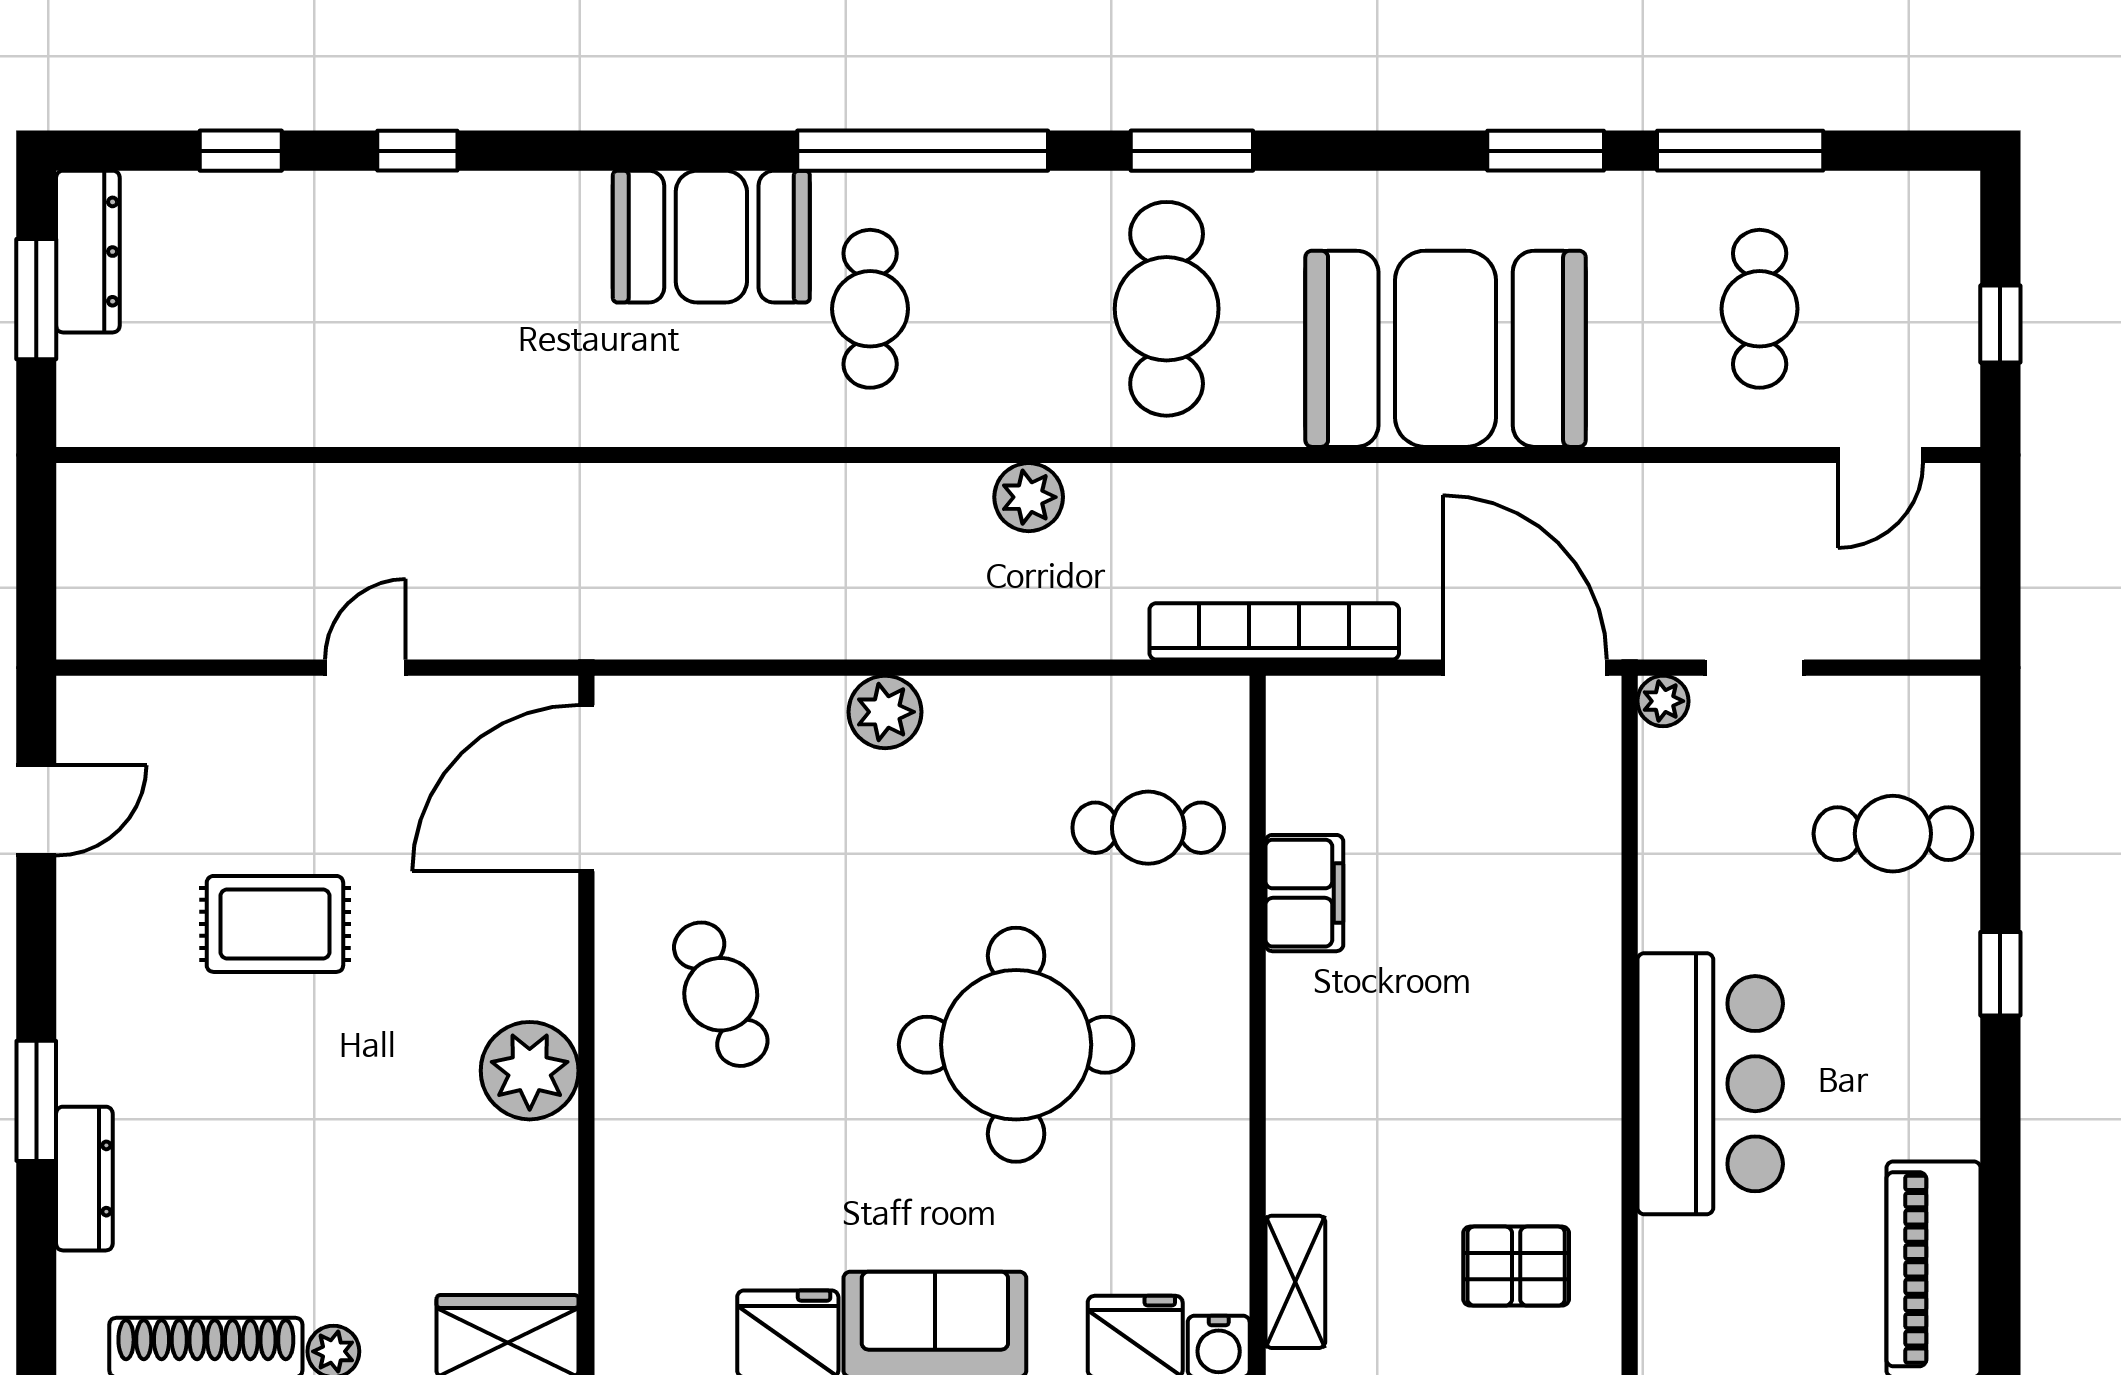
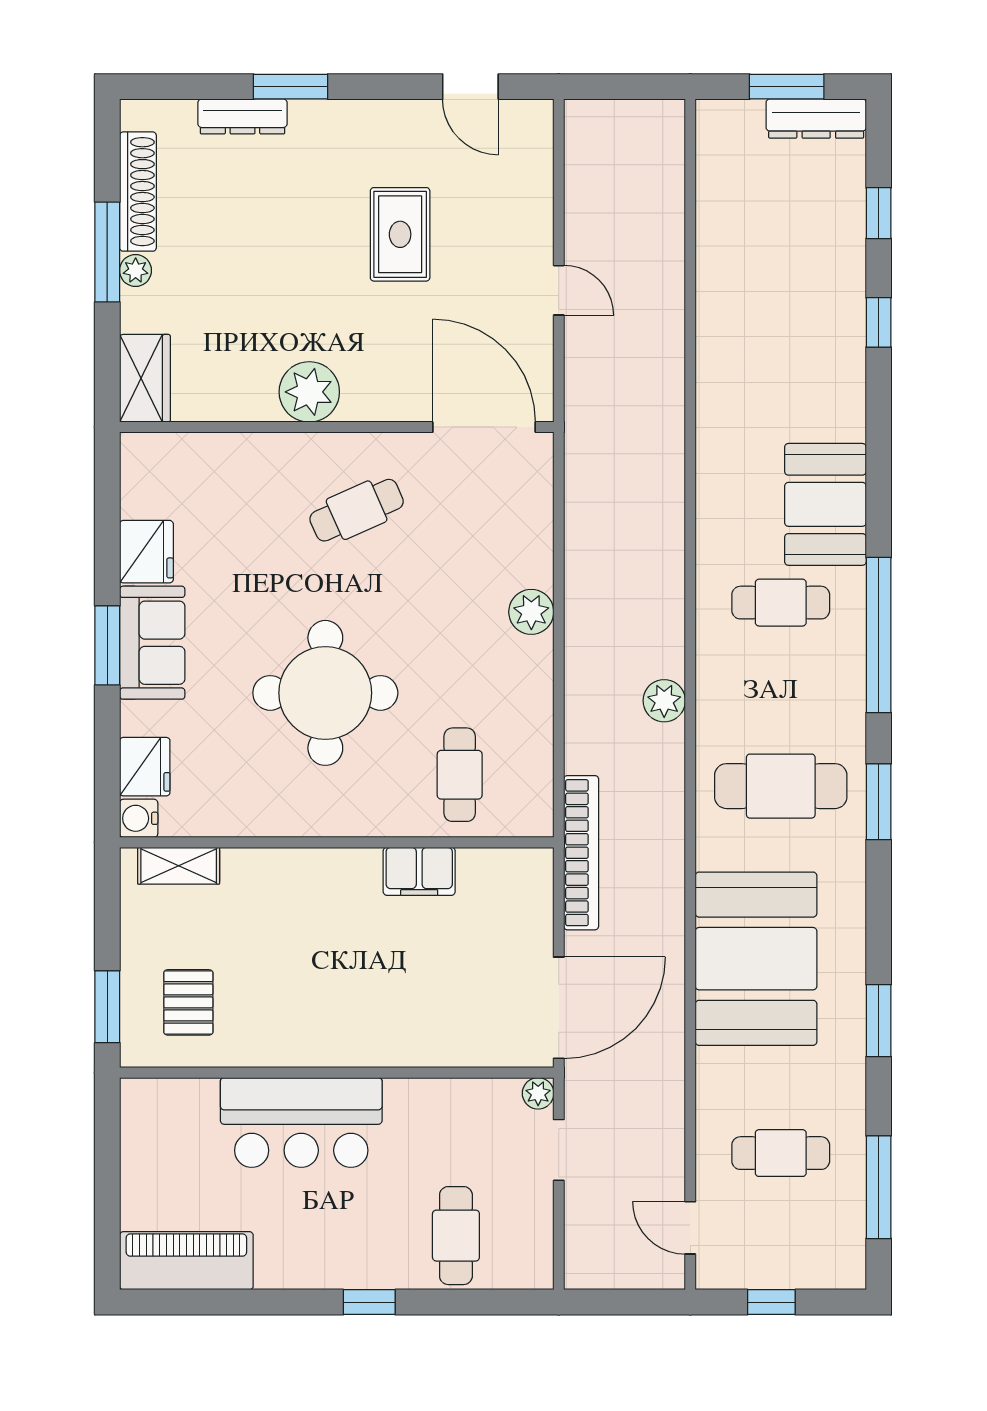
window: (1740, 151) -> (879, 1187), moved

